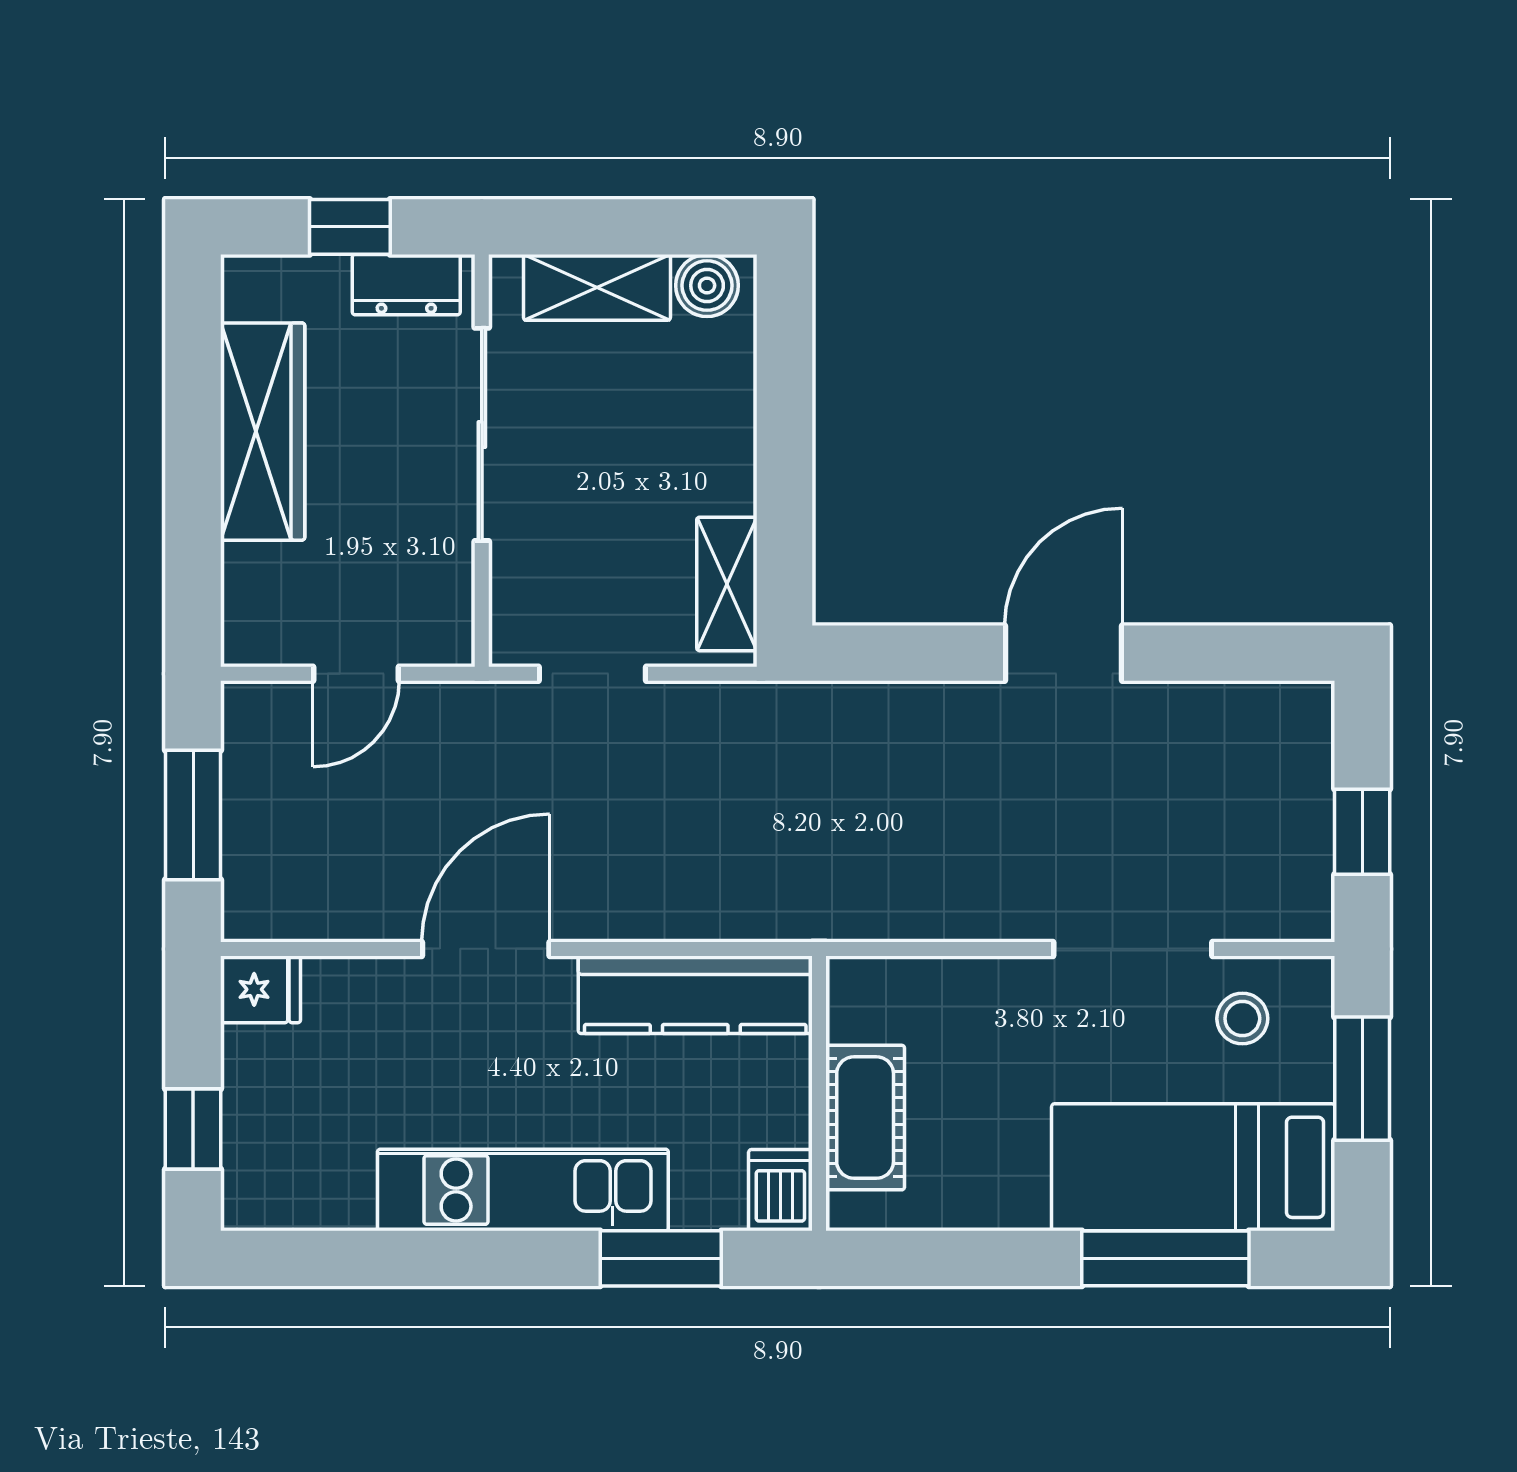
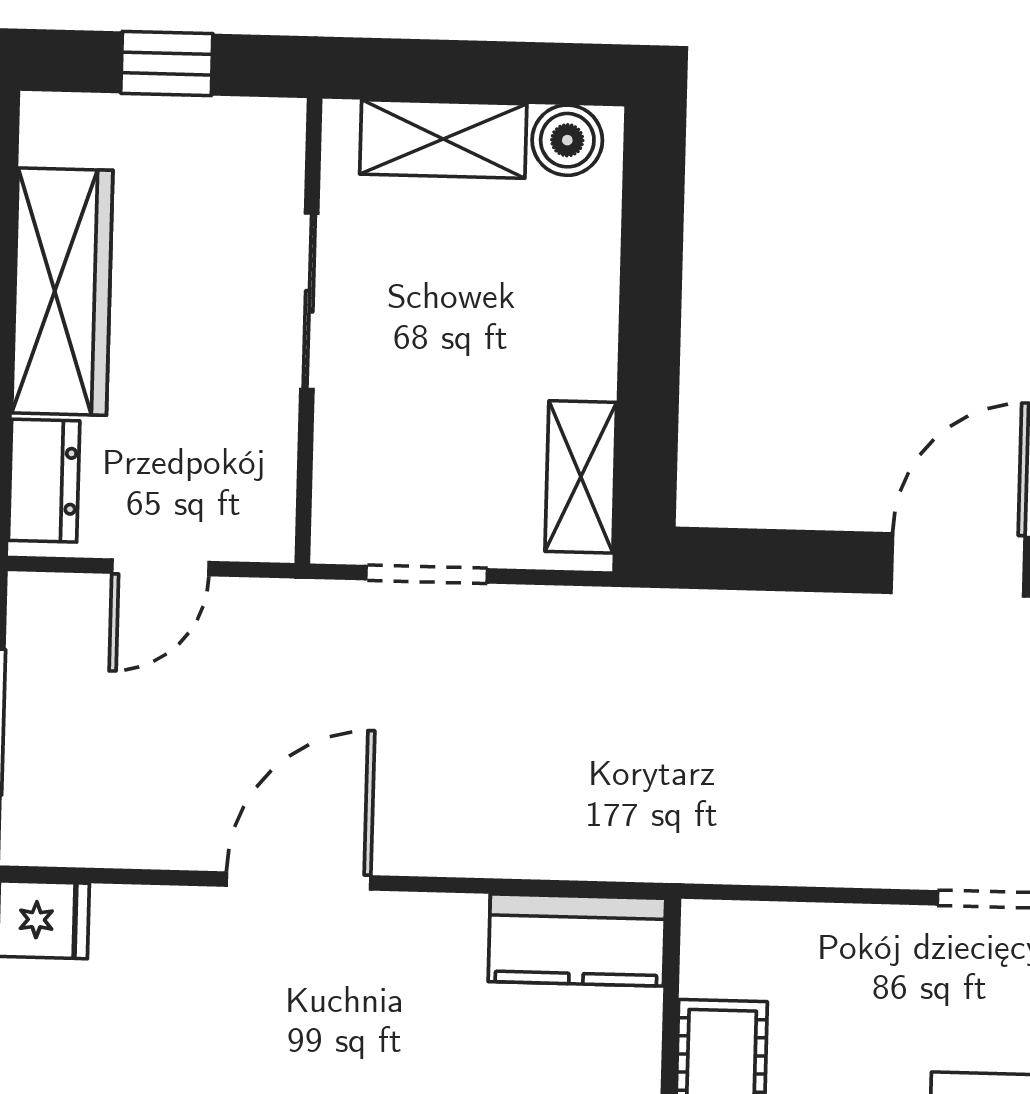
dresser: (406, 285) -> (44, 481), moved, turned -90
sliding door: (482, 434) -> (309, 301), width x0.73
kitchen counter: (695, 995) -> (577, 940), width x0.67

